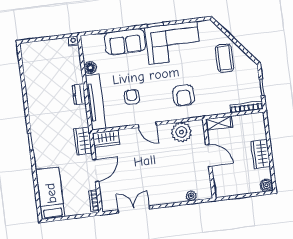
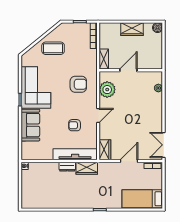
floor lamp: (90, 68) -> (47, 155), removed
wardrobe: (83, 141) -> (87, 168), moved
door: (96, 170) -> (129, 161), hinge flipped
double door: (134, 209) -> (164, 145), moved

